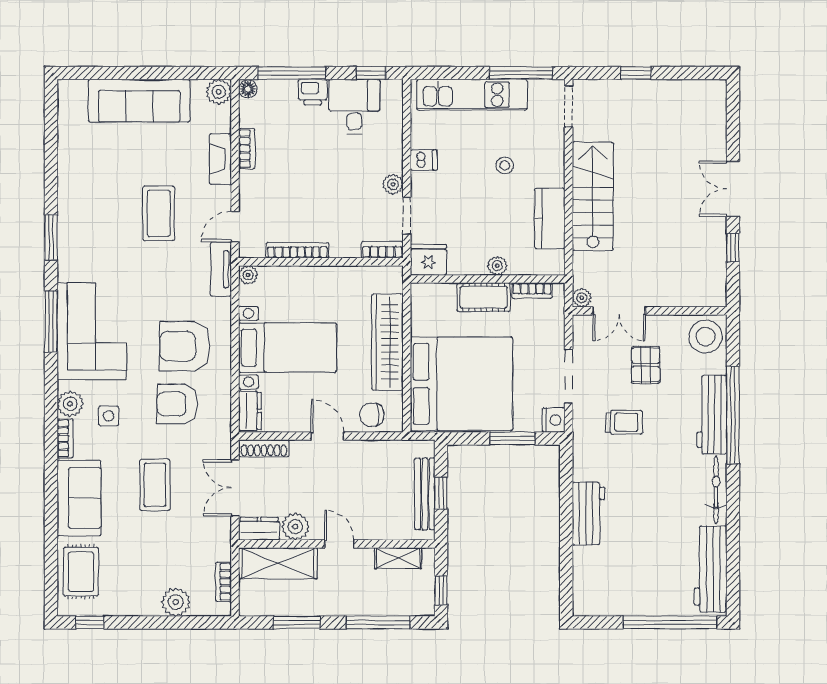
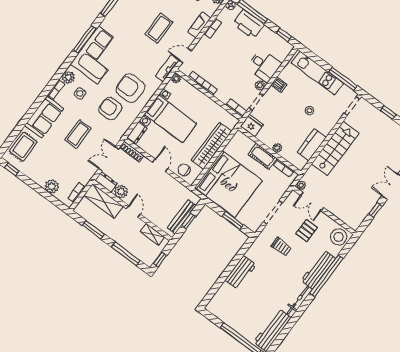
printer: (313, 92) -> (248, 24), width x1.87, depth x1.48
desk: (354, 107) -> (264, 65), moved, turned 90
nightstand: (554, 420) -> (254, 225), removed

